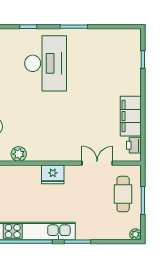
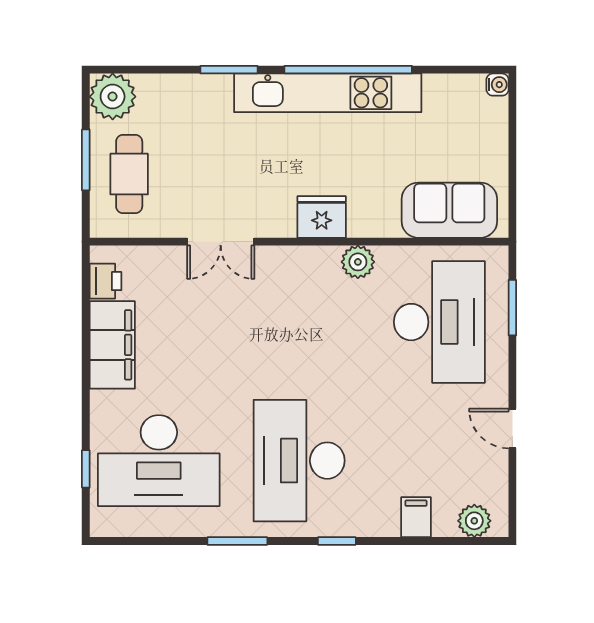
desk: (110, 63) -> (159, 461), added
double door: (97, 163) -> (221, 242), moved
fridge: (53, 174) -> (322, 217), moved
plant: (136, 234) -> (113, 97), width x1.88, depth x1.88

